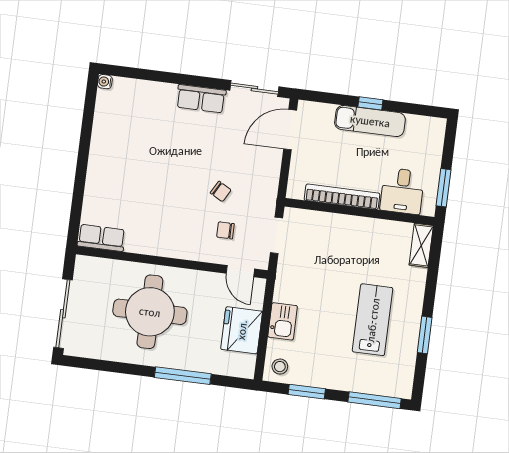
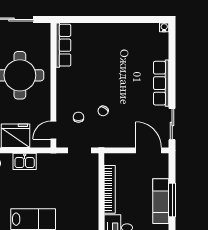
row of seats: (201, 99) -> (161, 83), width x1.48
window: (370, 103) -> (172, 200), width x2.17
row of seats: (101, 238) -> (63, 45), width x1.48

